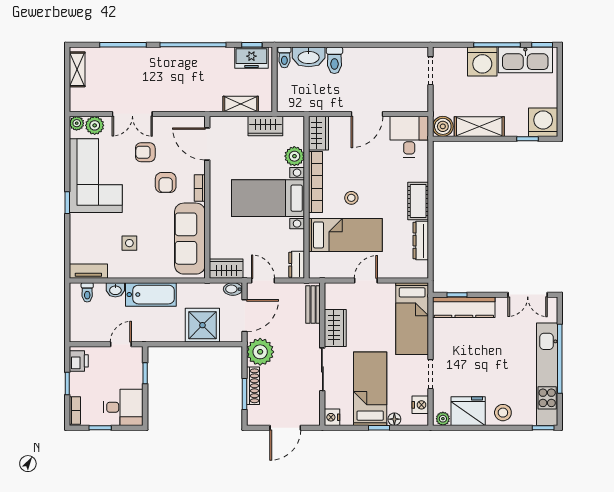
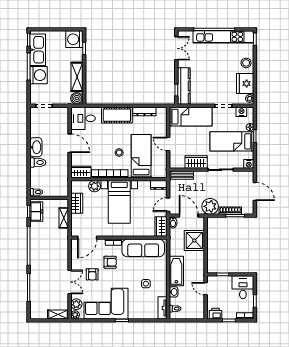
washbasin: (309, 57) -> (36, 147), moved
shelving: (77, 69) -> (58, 315), moved
cot: (418, 201) -> (117, 115), width x1.37, depth x1.34

